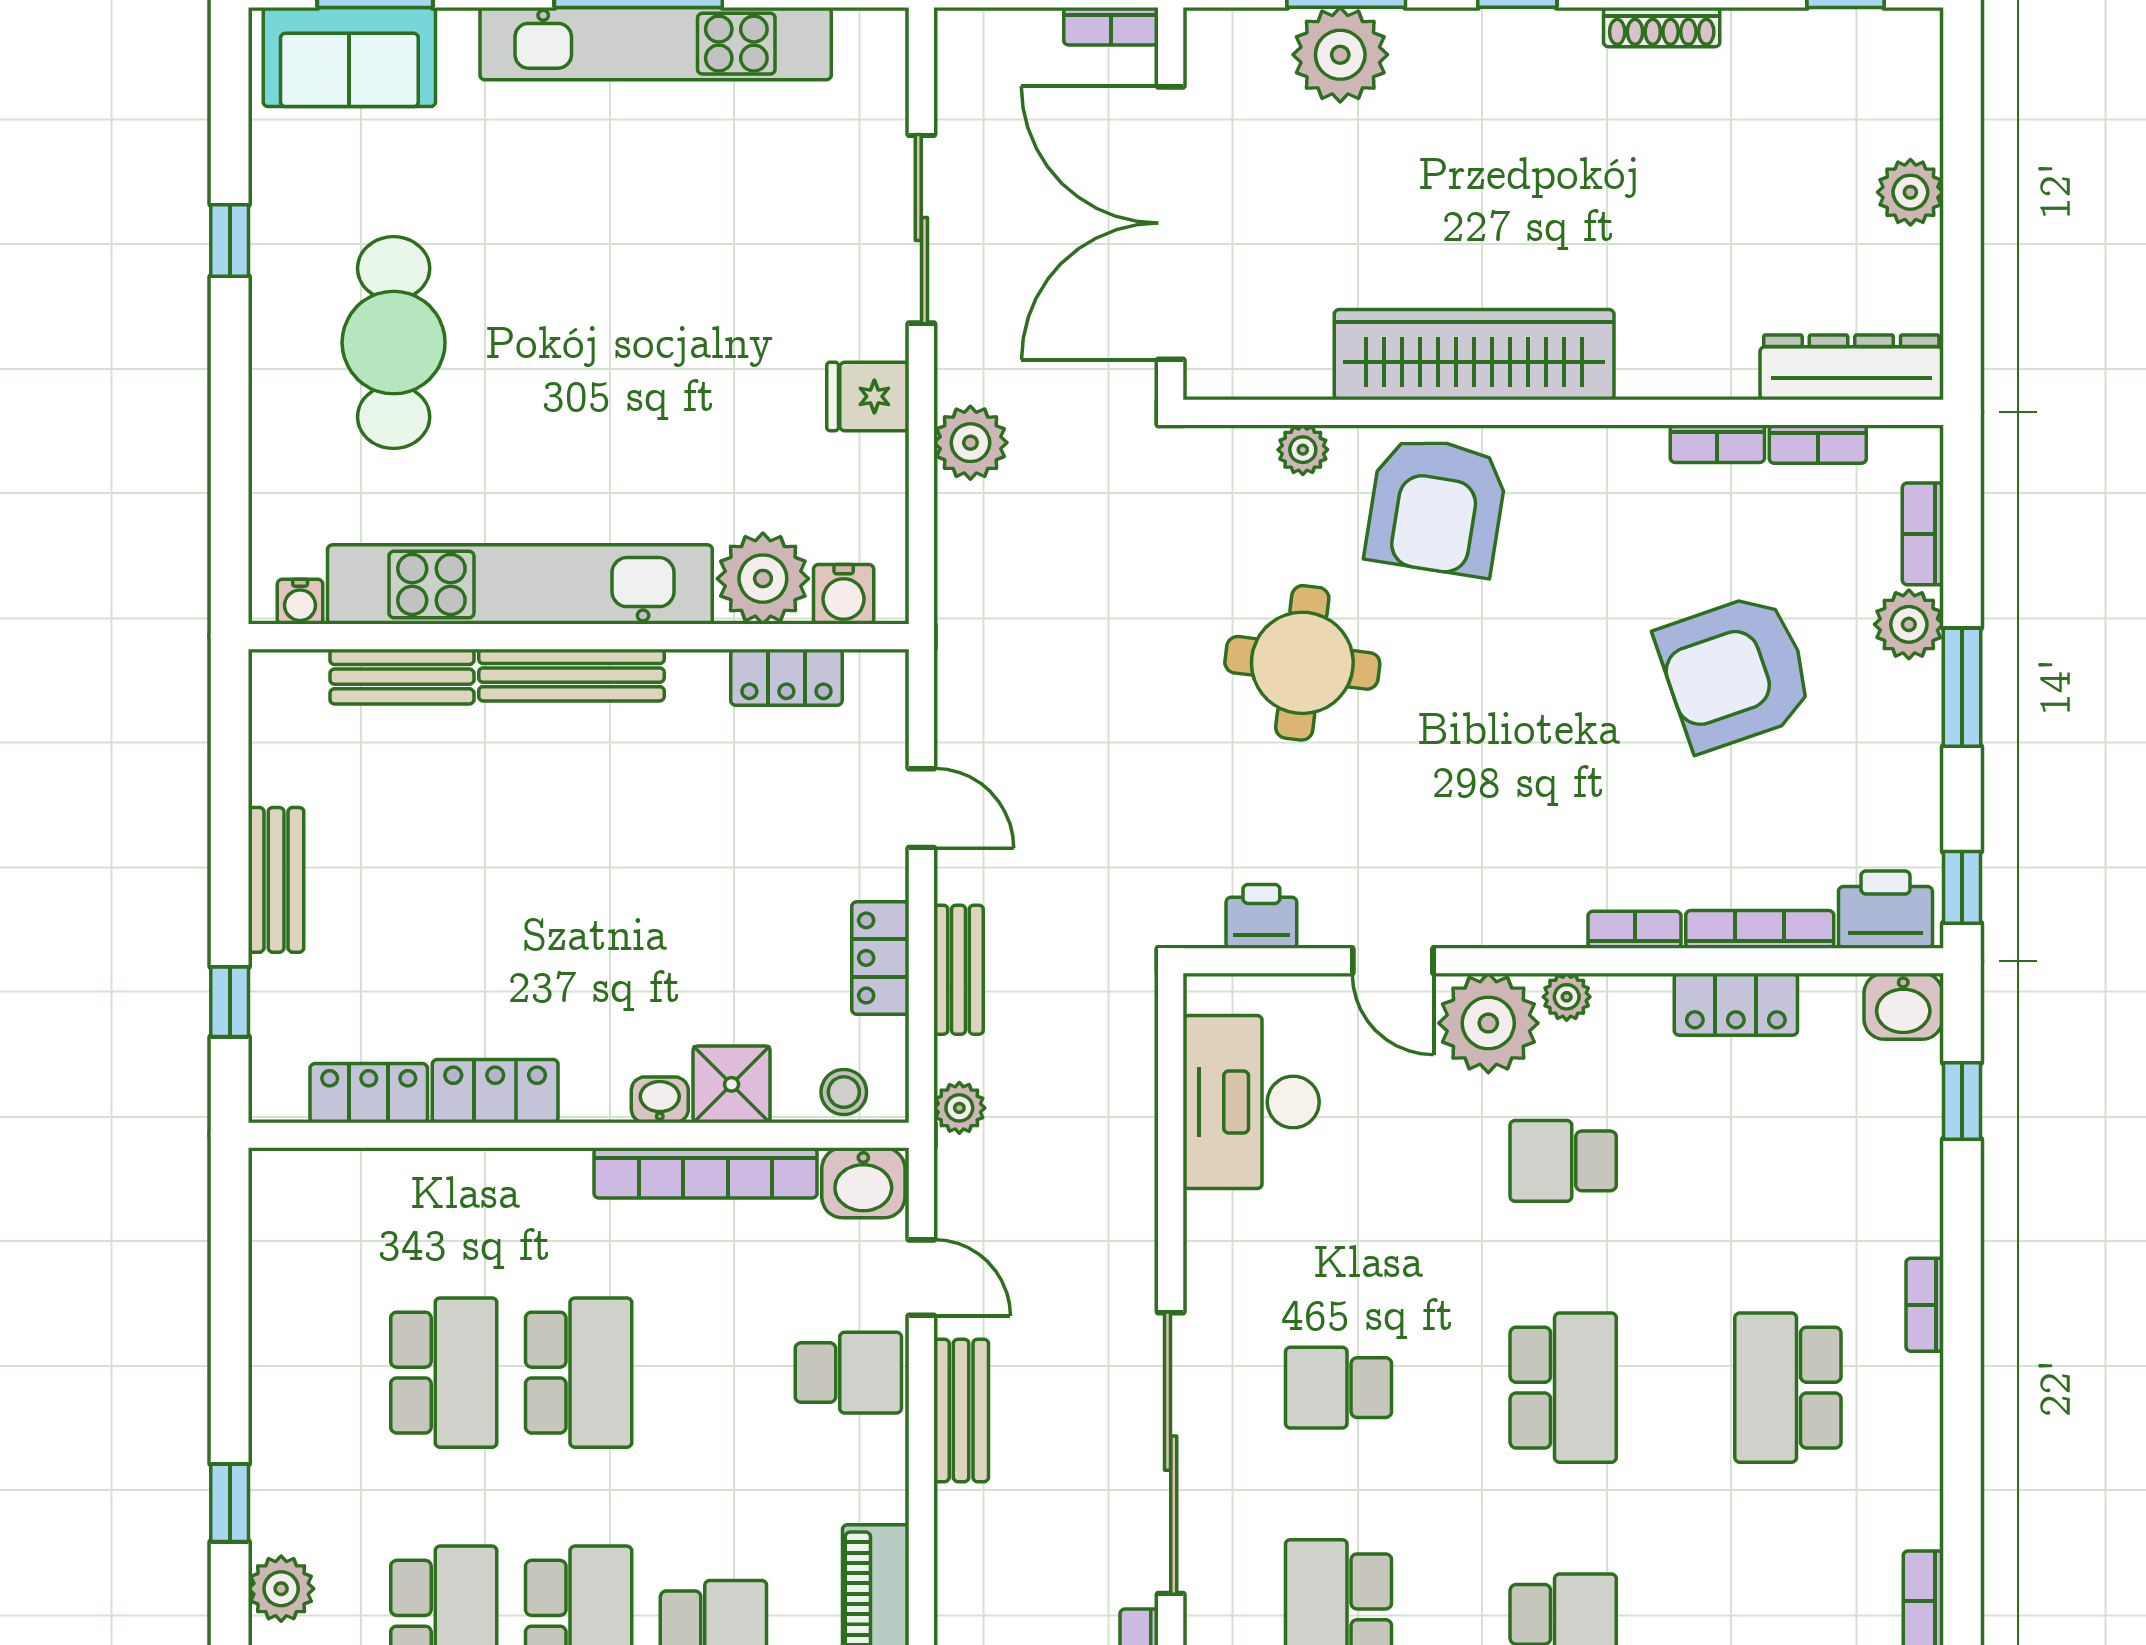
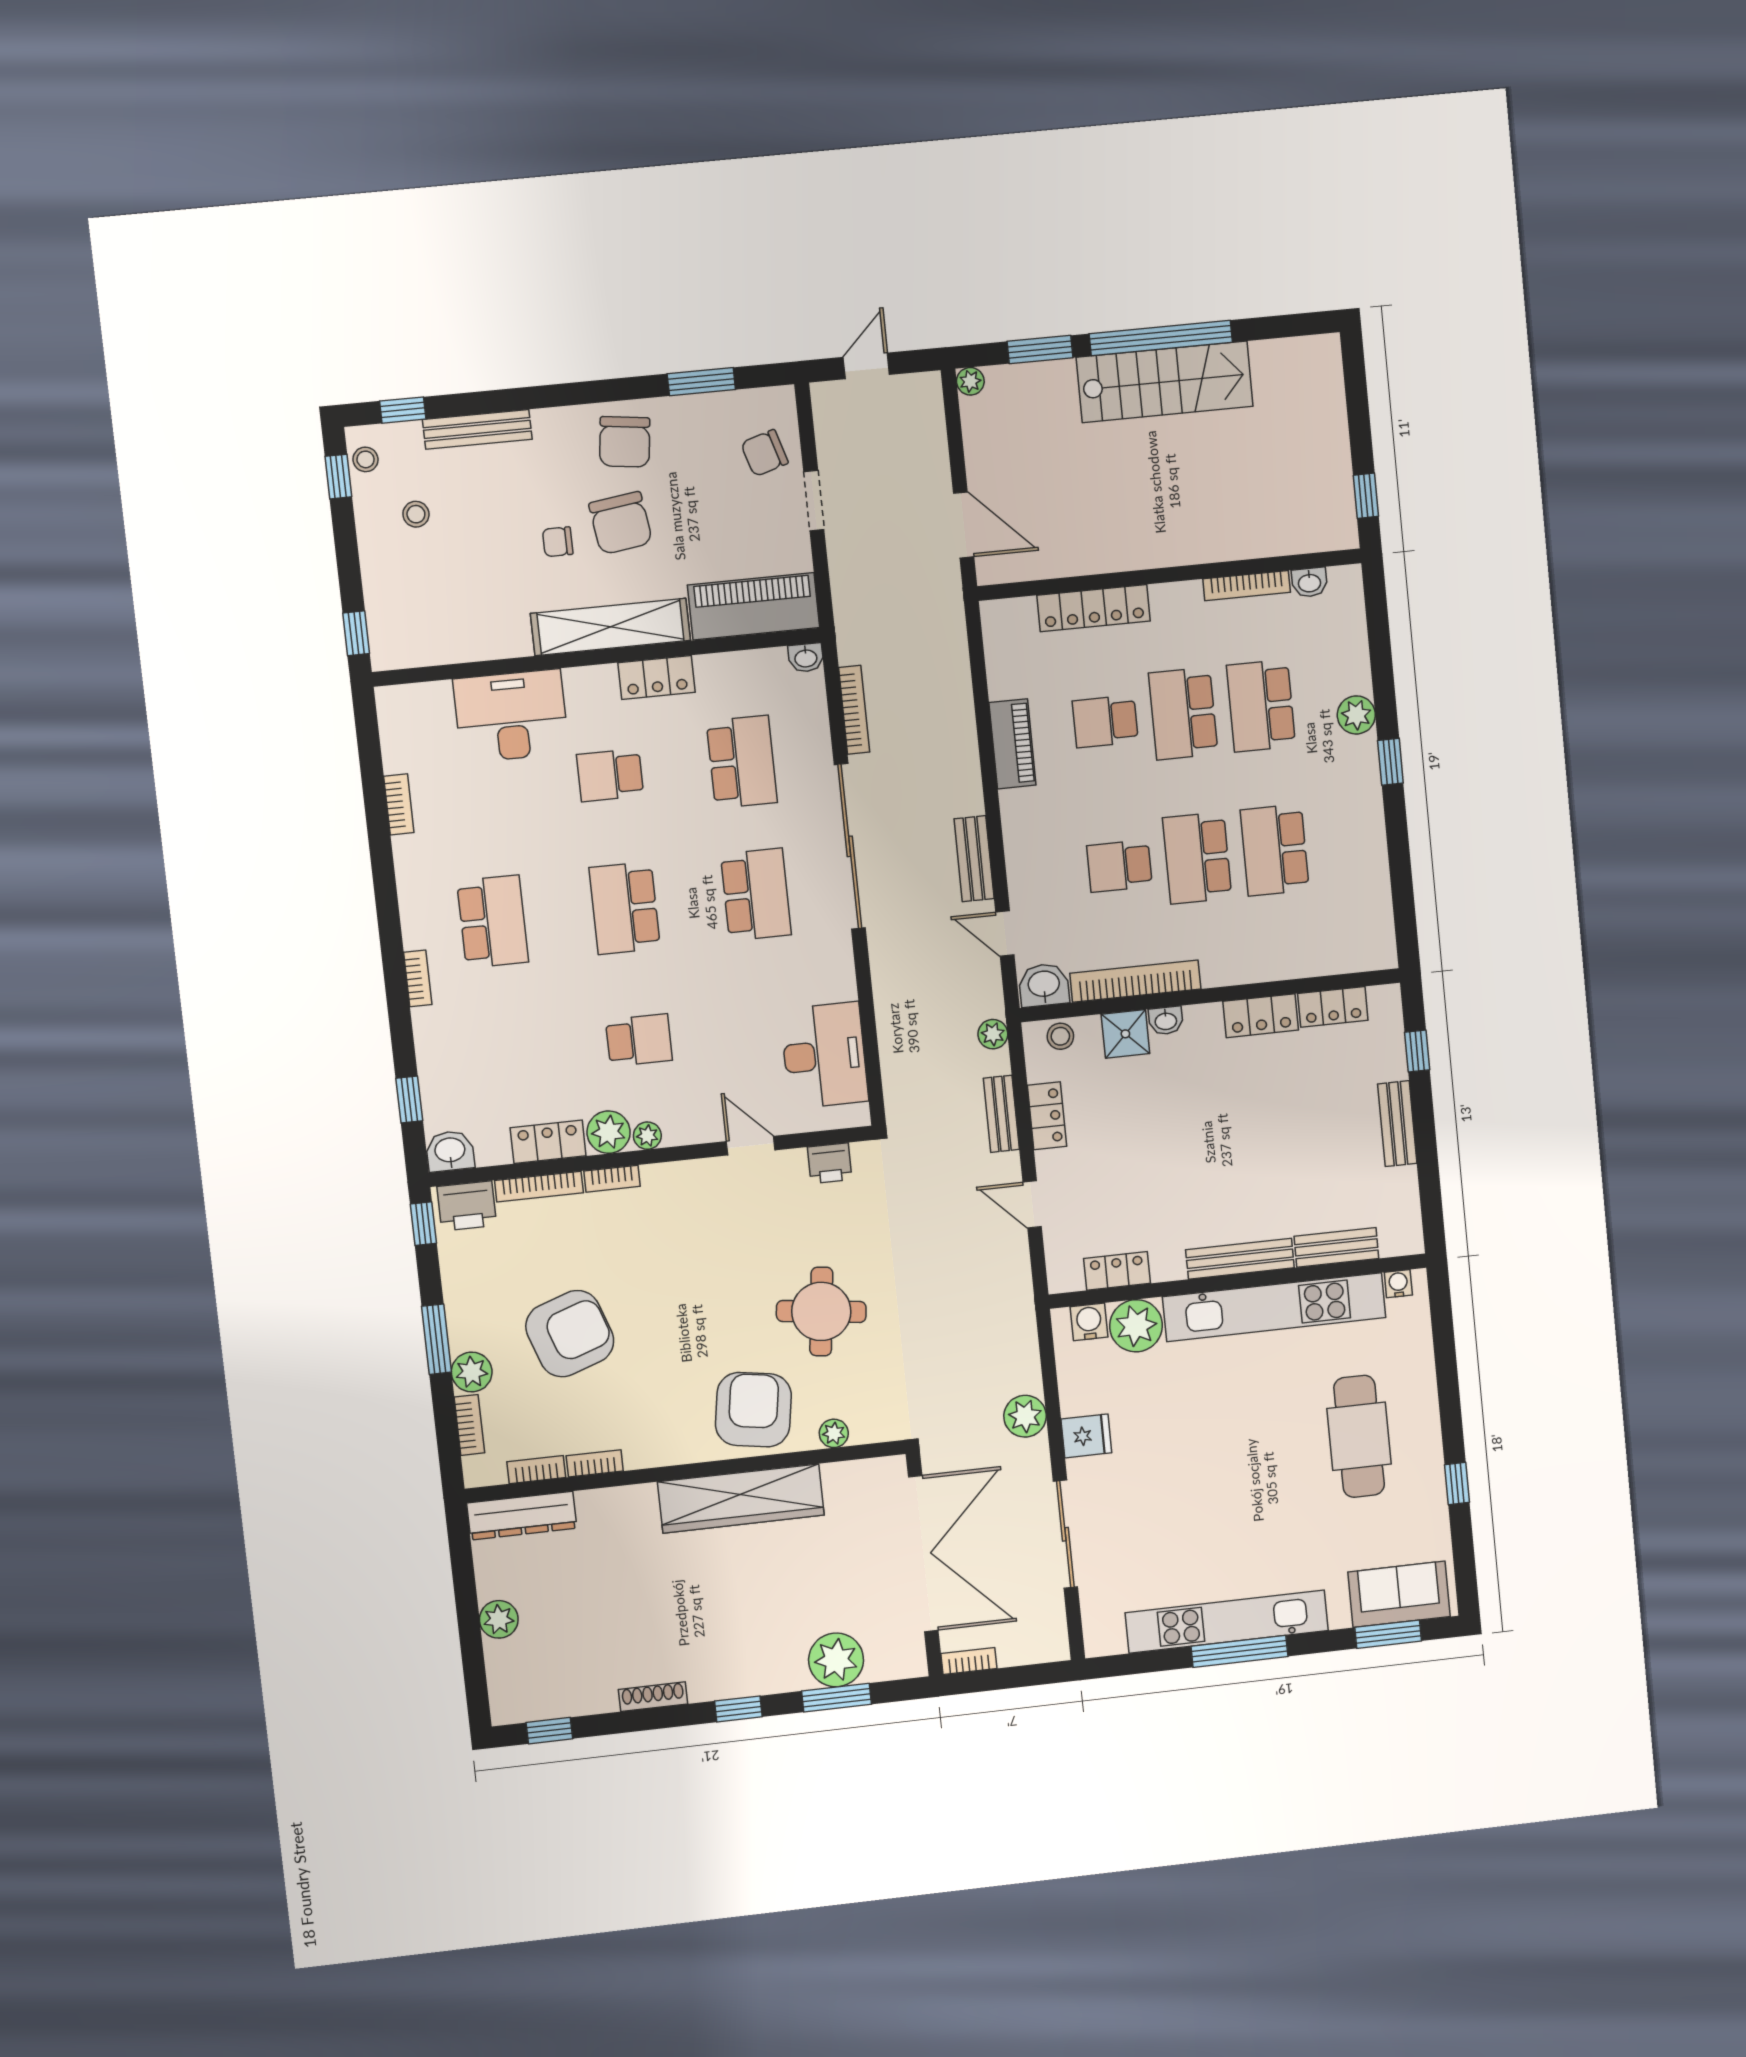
plant: (1488, 1023) -> (609, 1132), moved, width x0.73, depth x0.73
school desk: (848, 1373) -> (1119, 866), moved
school desk: (1338, 1388) -> (756, 895), width x1.85

